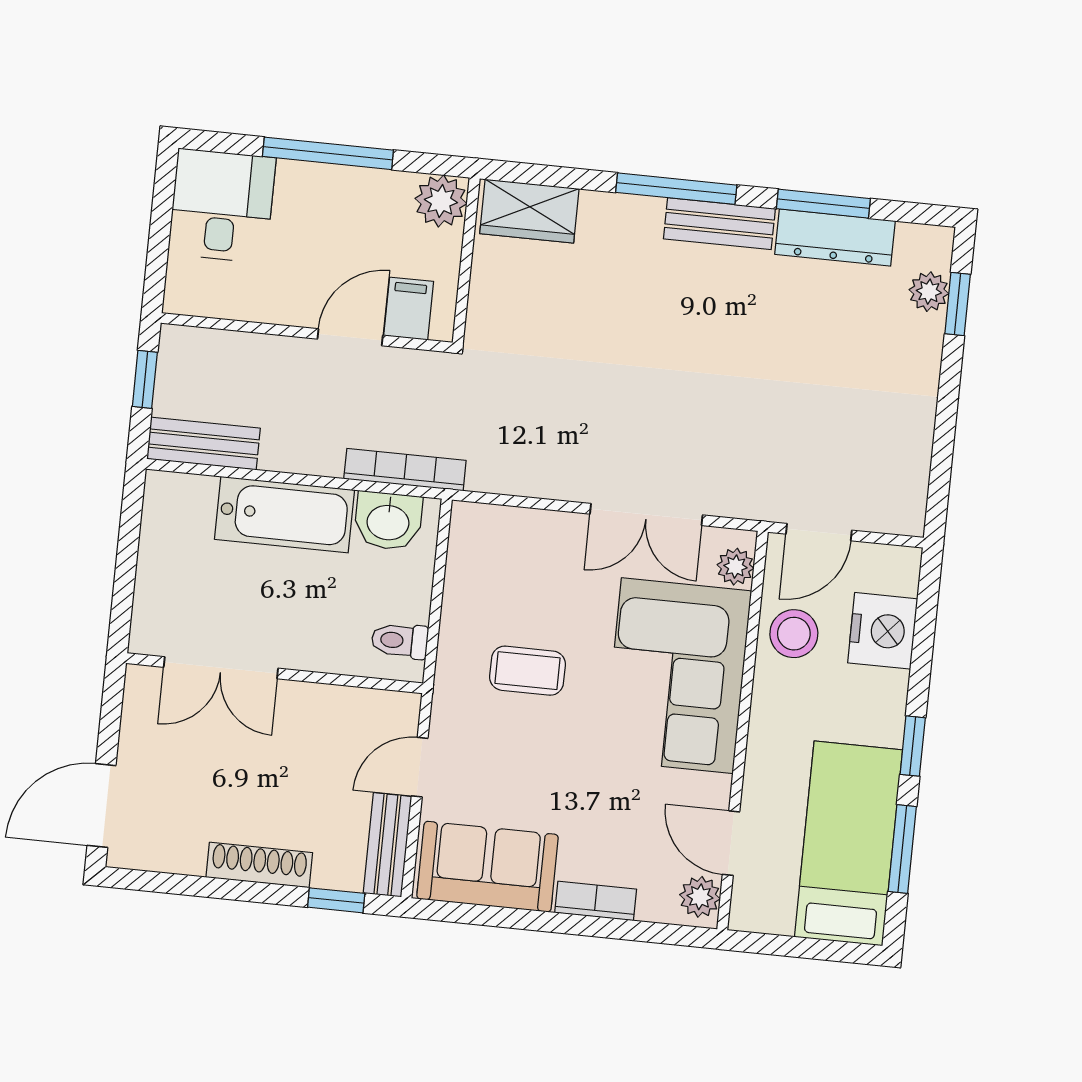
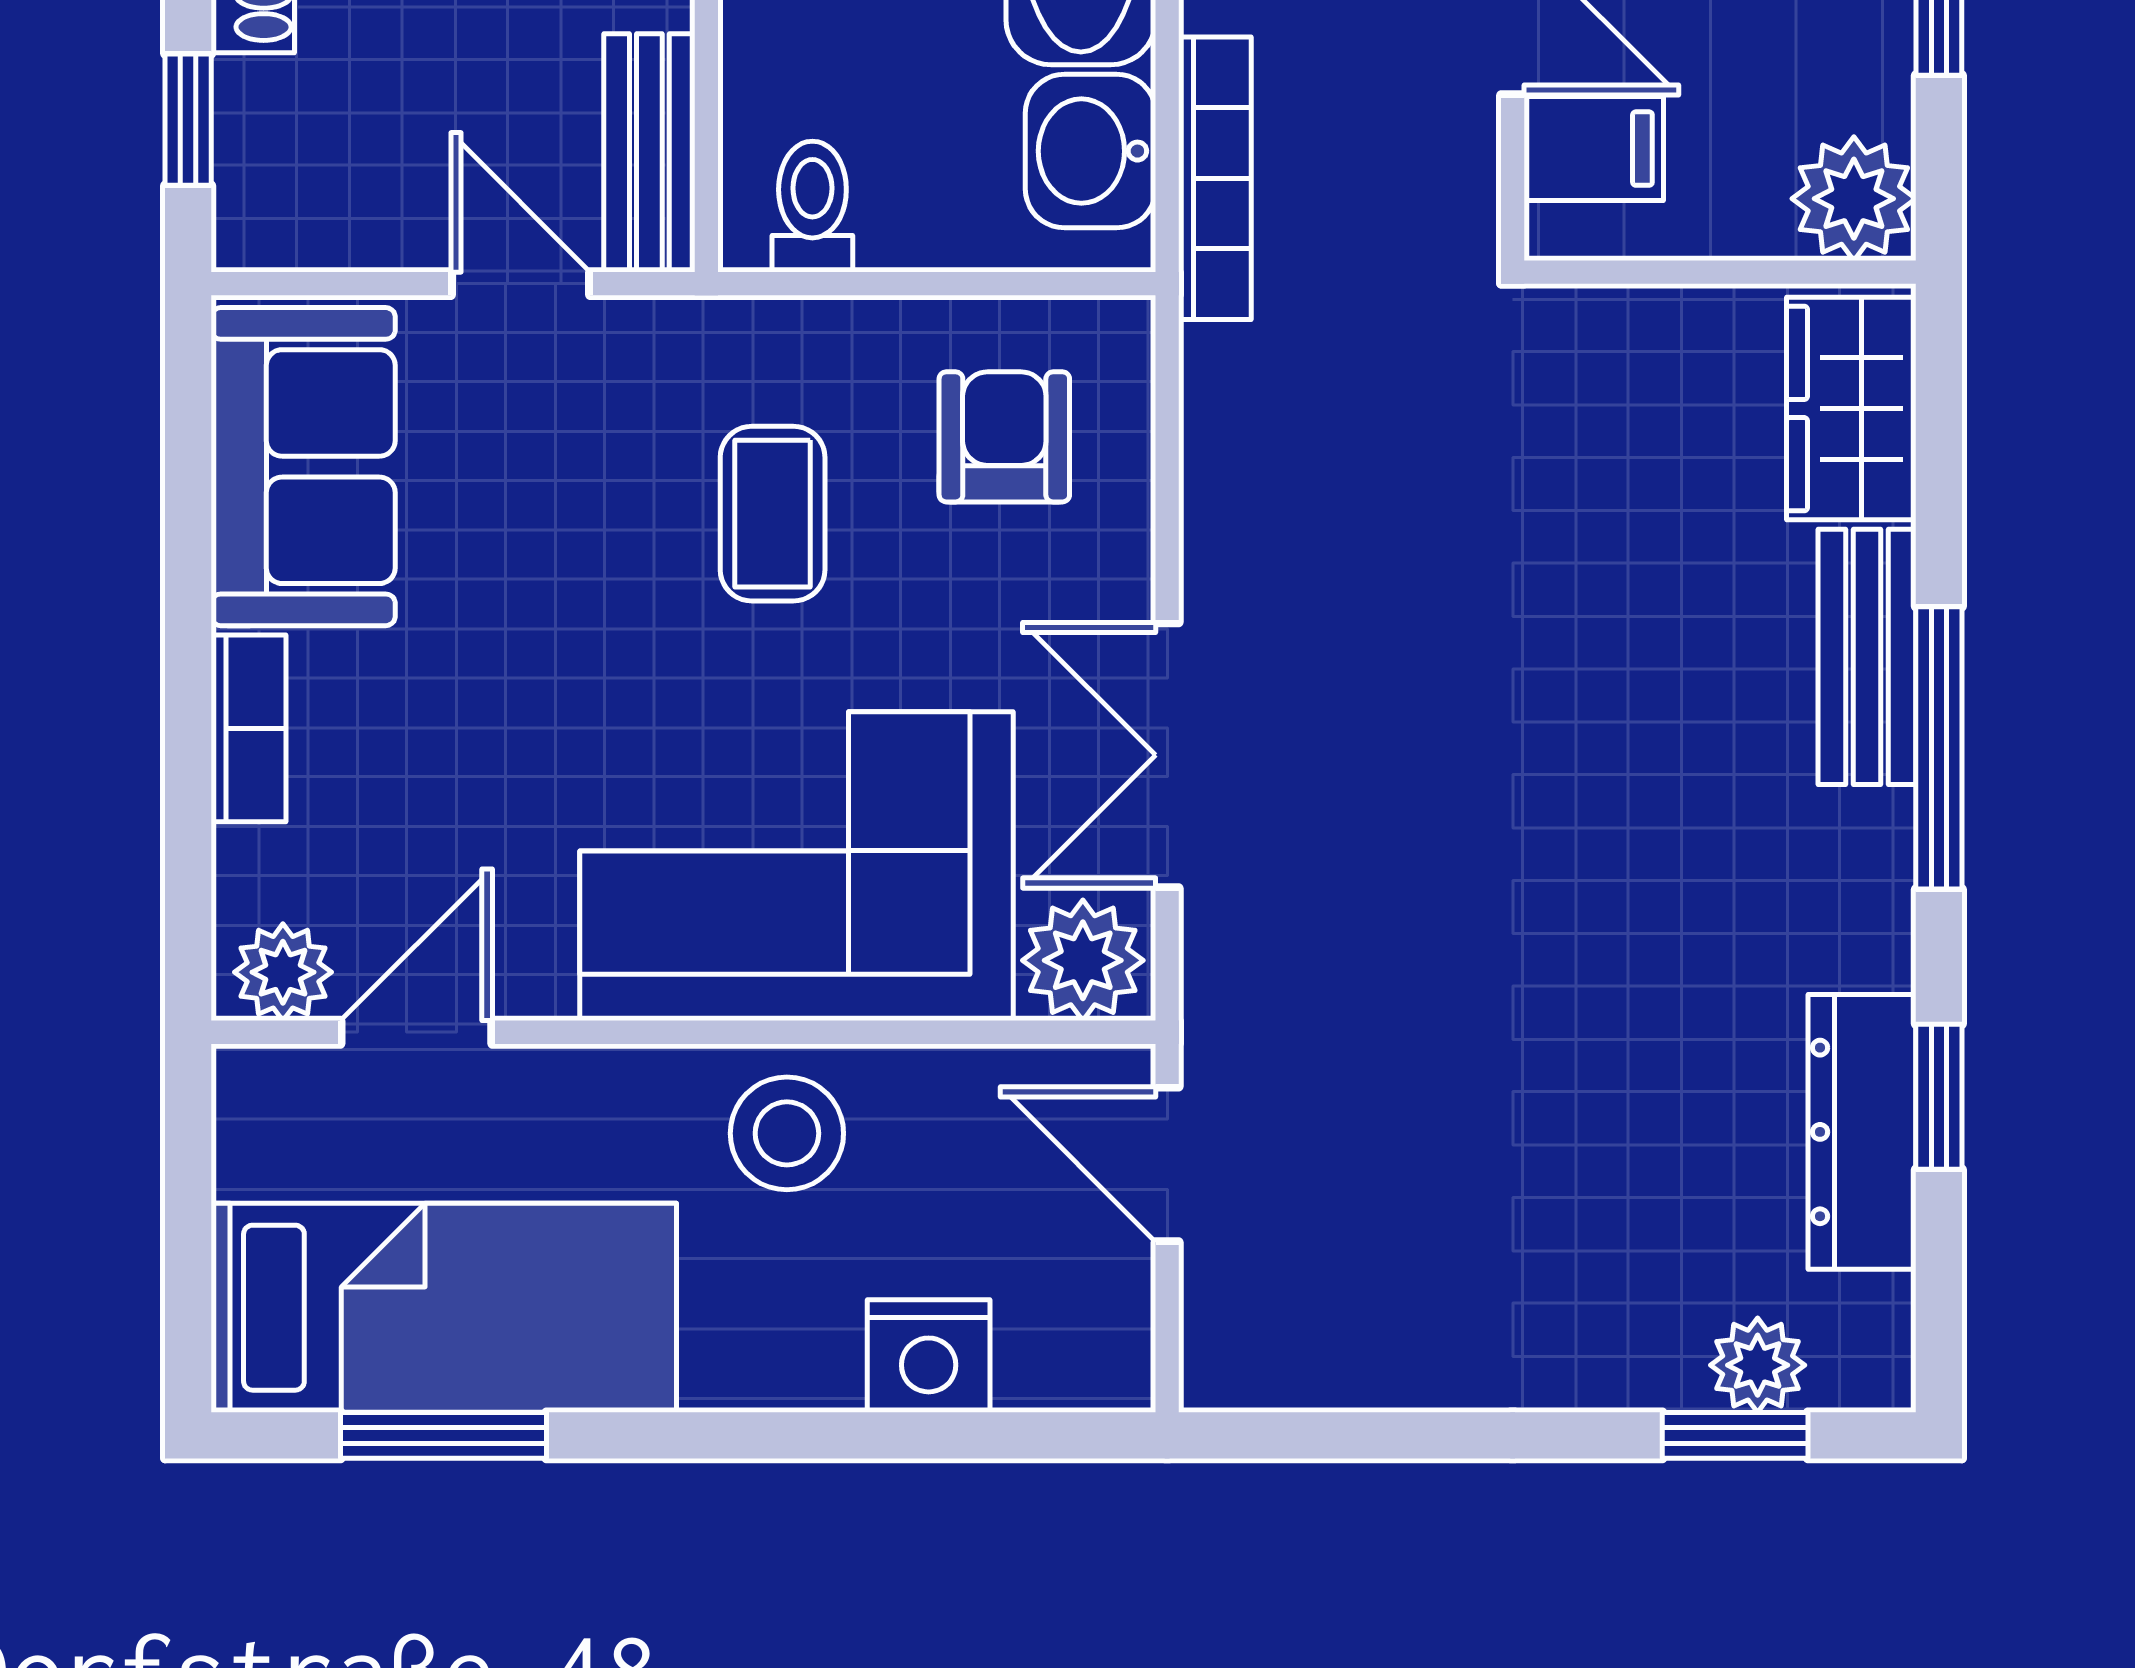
window: (823, 204) -> (1939, 1097), width x0.67
bench: (719, 224) -> (1867, 657), moved
plant: (735, 567) -> (1083, 960), width x1.38, depth x1.38
armchair: (505, 570) -> (1004, 437), added
nightstand: (883, 631) -> (929, 1356), width x0.74, depth x0.75
stool: (794, 634) -> (787, 1133), moved
window: (913, 746) -> (687, 1435), removed
bench: (387, 845) -> (649, 153), moved, turned 90

